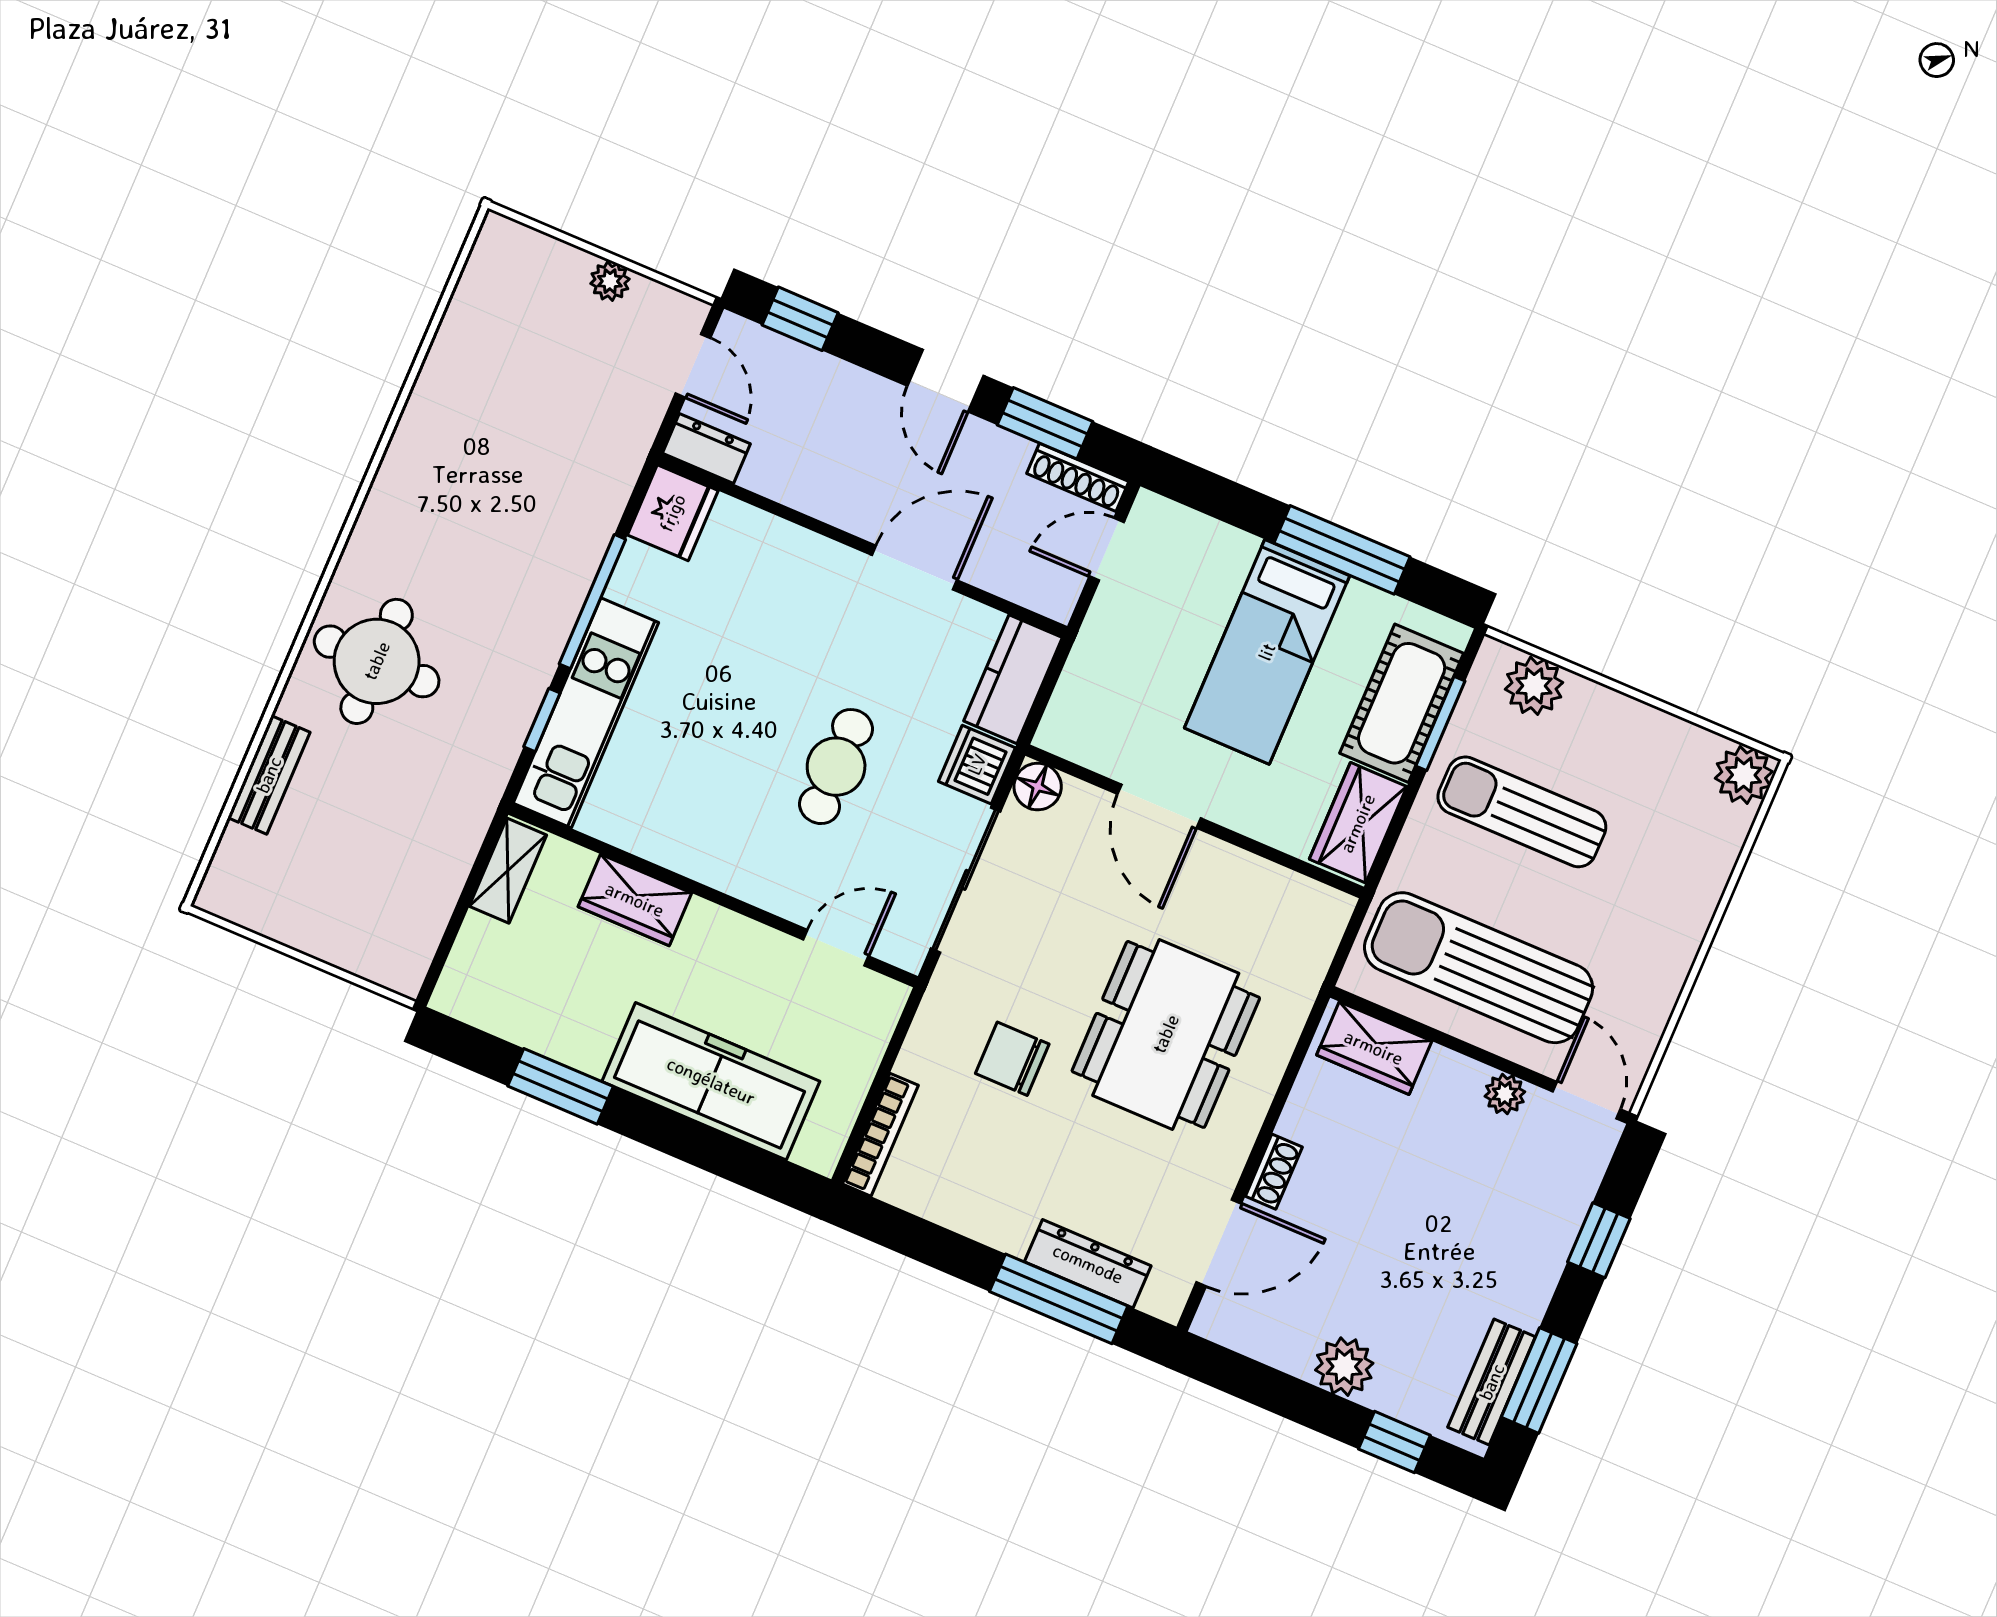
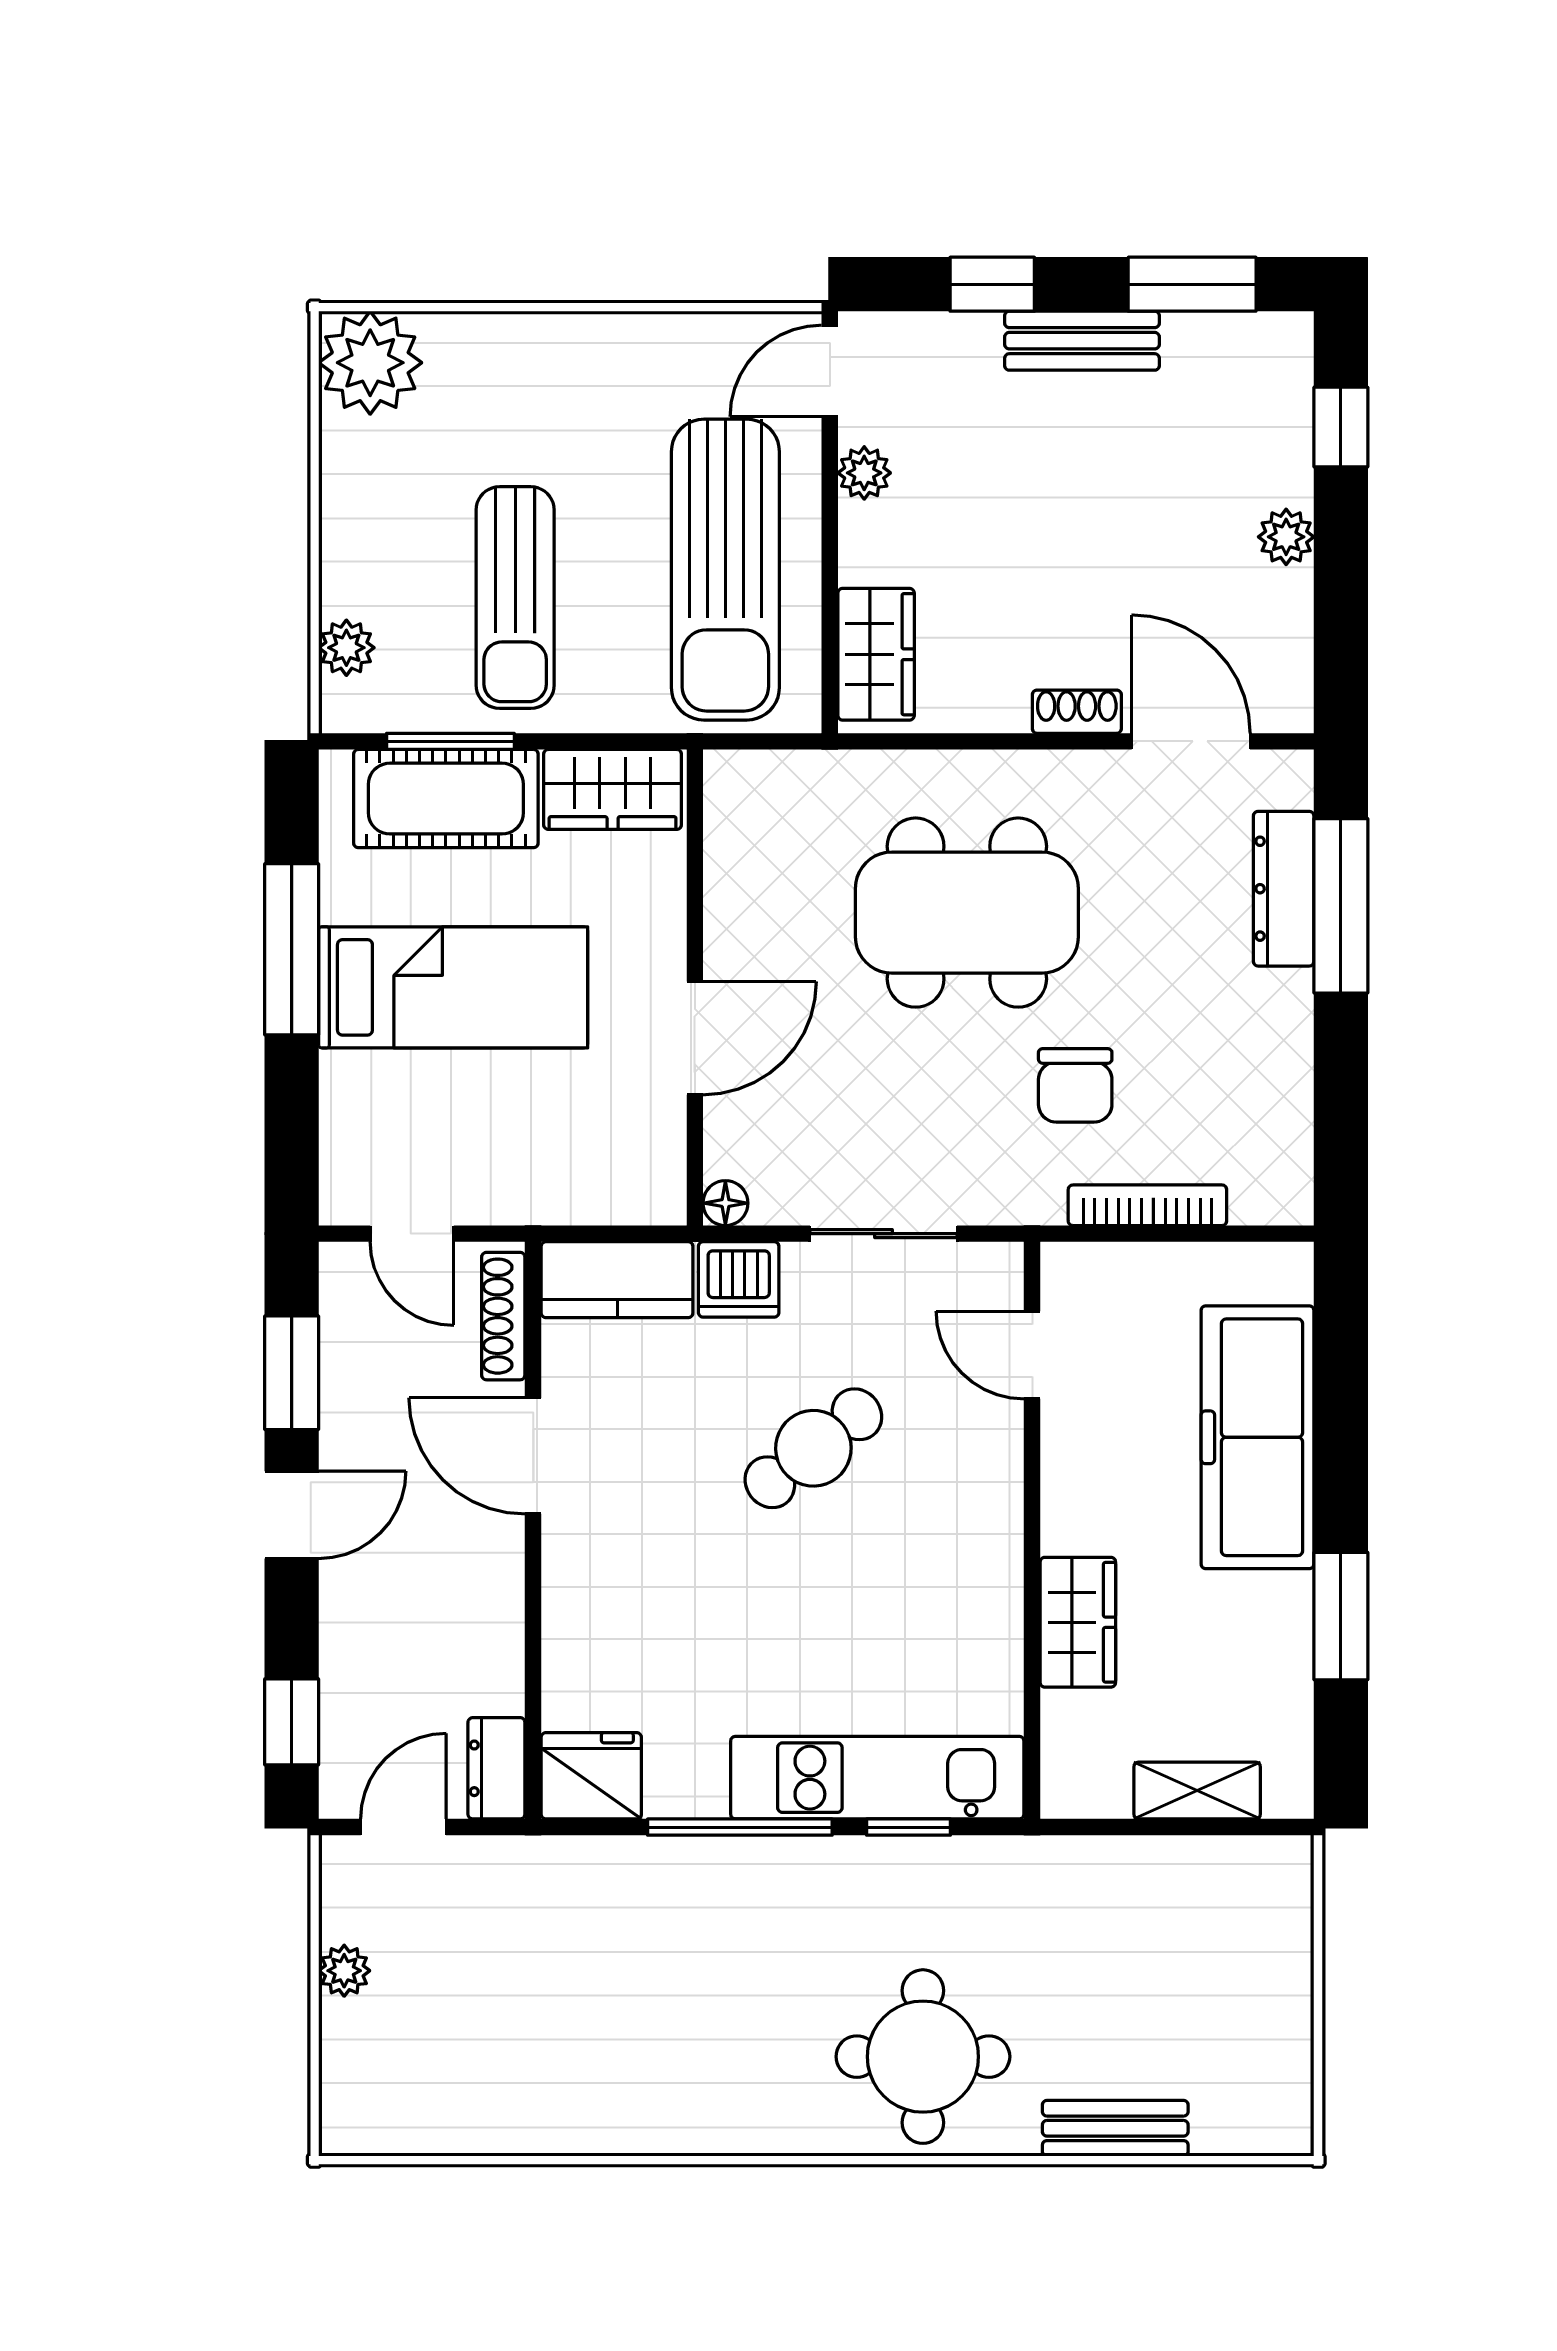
shoe rack: (1078, 477) -> (503, 1316), moved, turned 180
plant: (1534, 686) -> (346, 648), width x0.73, depth x0.73
cafe table: (836, 767) -> (813, 1448), turned -38
plant: (1744, 775) -> (370, 363), width x1.36, depth x1.36
floor lamp: (1038, 787) -> (725, 1203), width x0.73, depth x0.73
shelving: (508, 871) -> (1197, 1791), moved
sliding door: (966, 880) -> (883, 1234), width x0.73
bookcase: (880, 1135) -> (1147, 1205), moved
plant: (1344, 1367) -> (1286, 537), width x0.73, depth x0.73
bench: (1492, 1382) -> (1082, 341), moved

